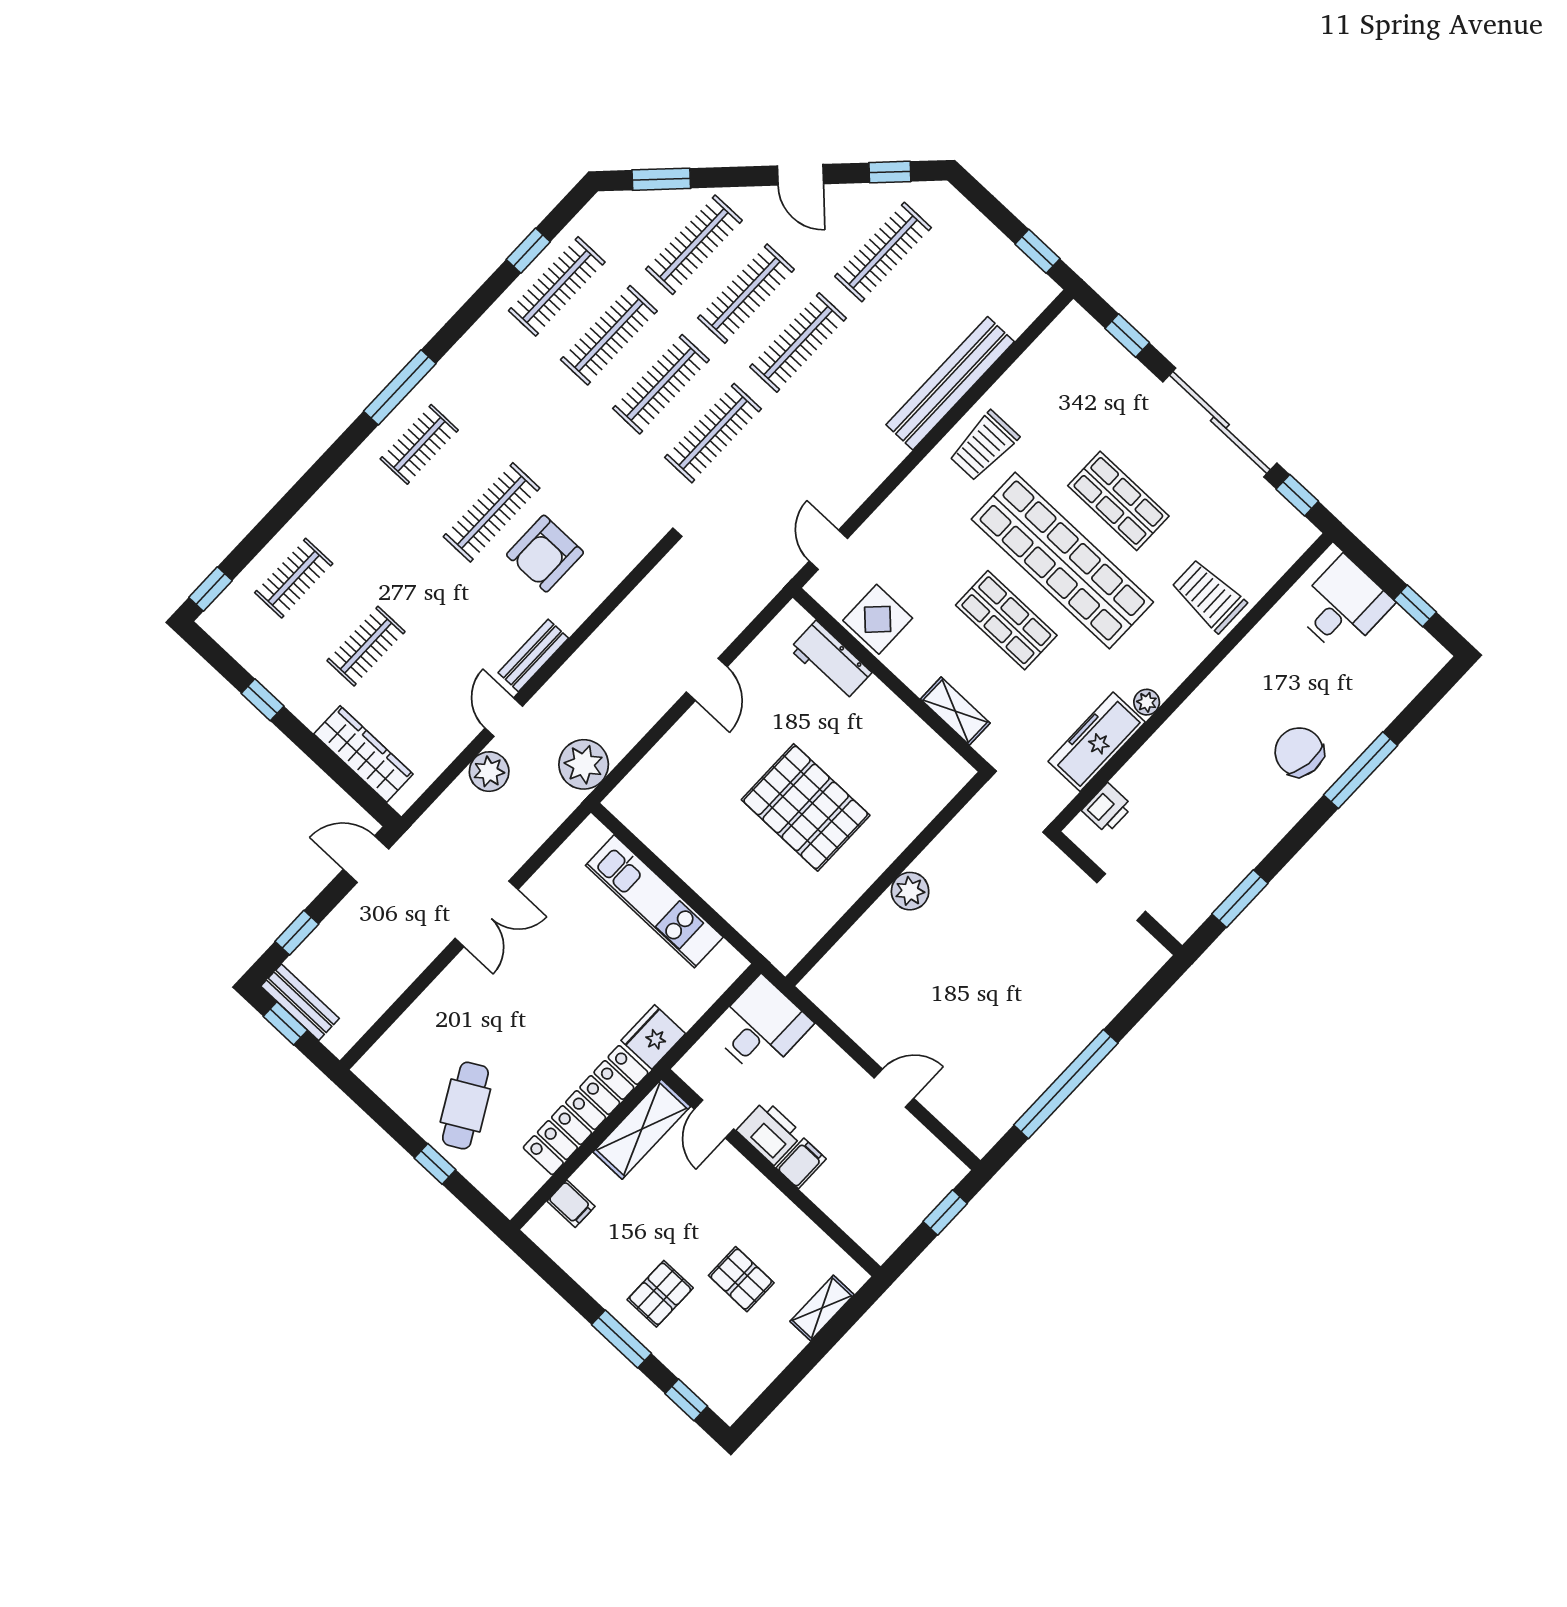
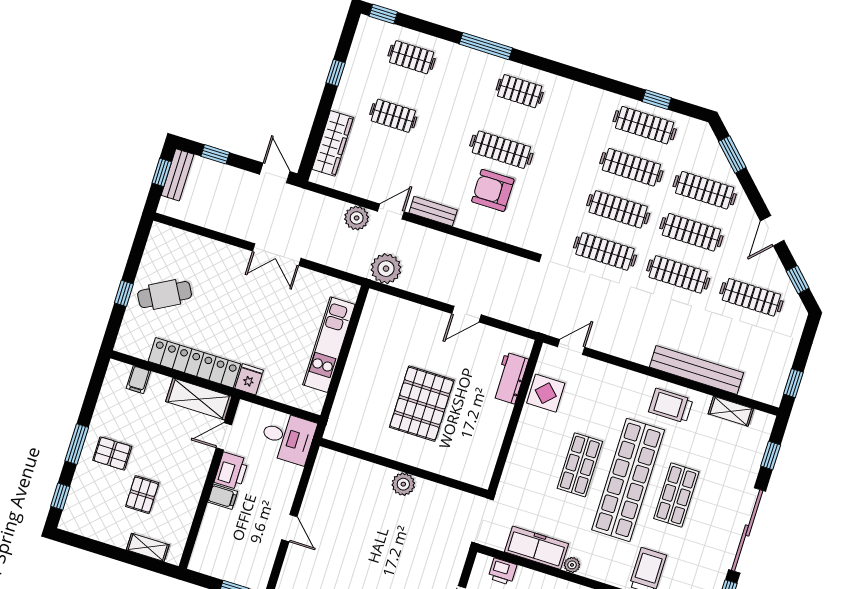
window: (400, 387) -> (486, 46), moved
shelving: (955, 711) -> (731, 411), moved, turned 90
fridge: (653, 1037) -> (249, 379), width x0.72

